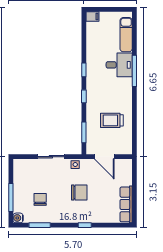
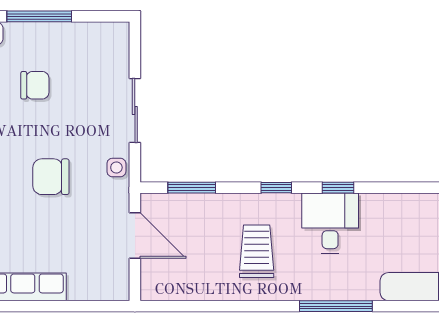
desk: (119, 65) -> (330, 223), moved, turned 180
trolley: (112, 120) -> (257, 251), moved
door: (104, 157) -> (135, 235), swing flipped
chair: (79, 192) -> (51, 177), turned 90

